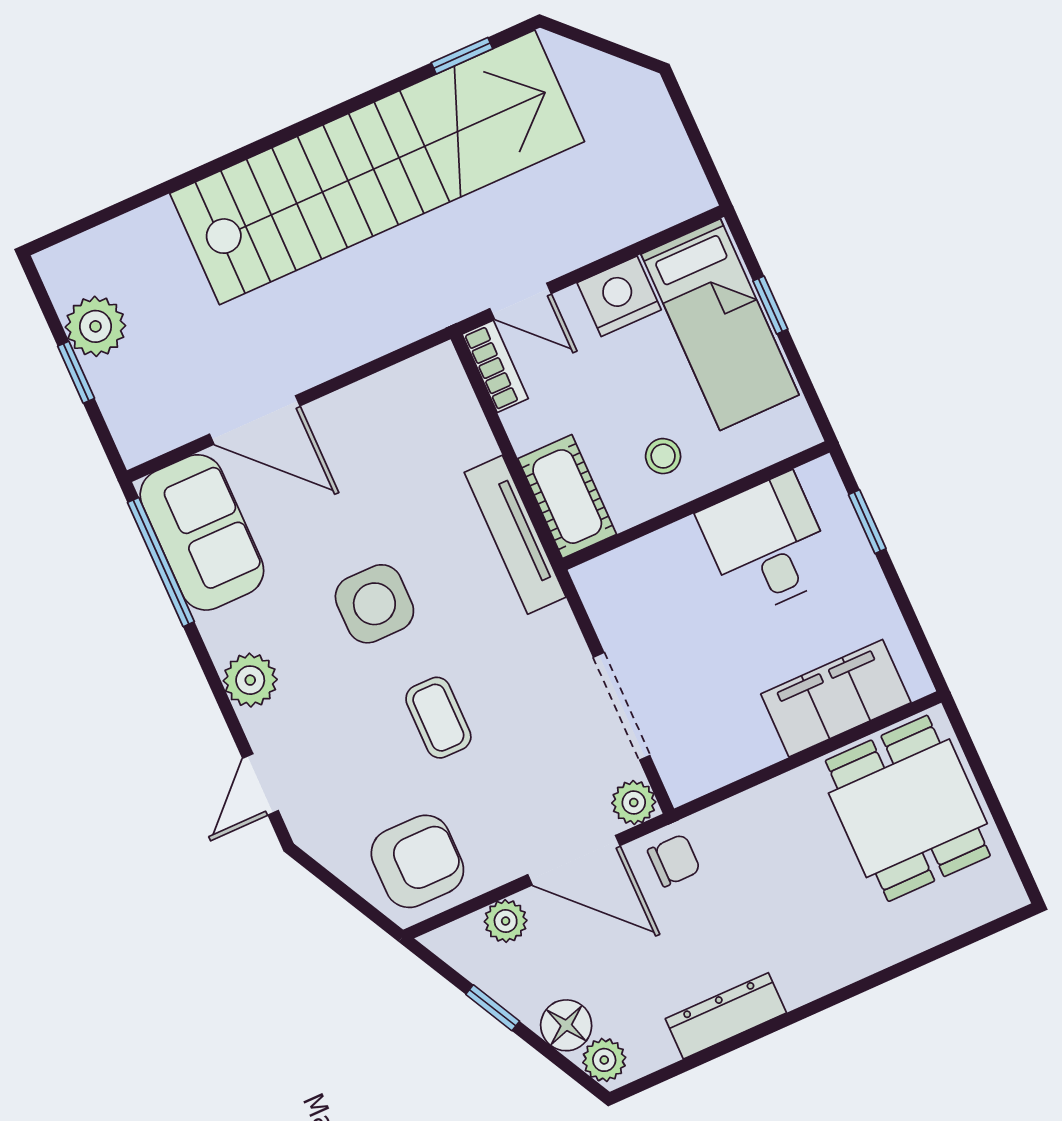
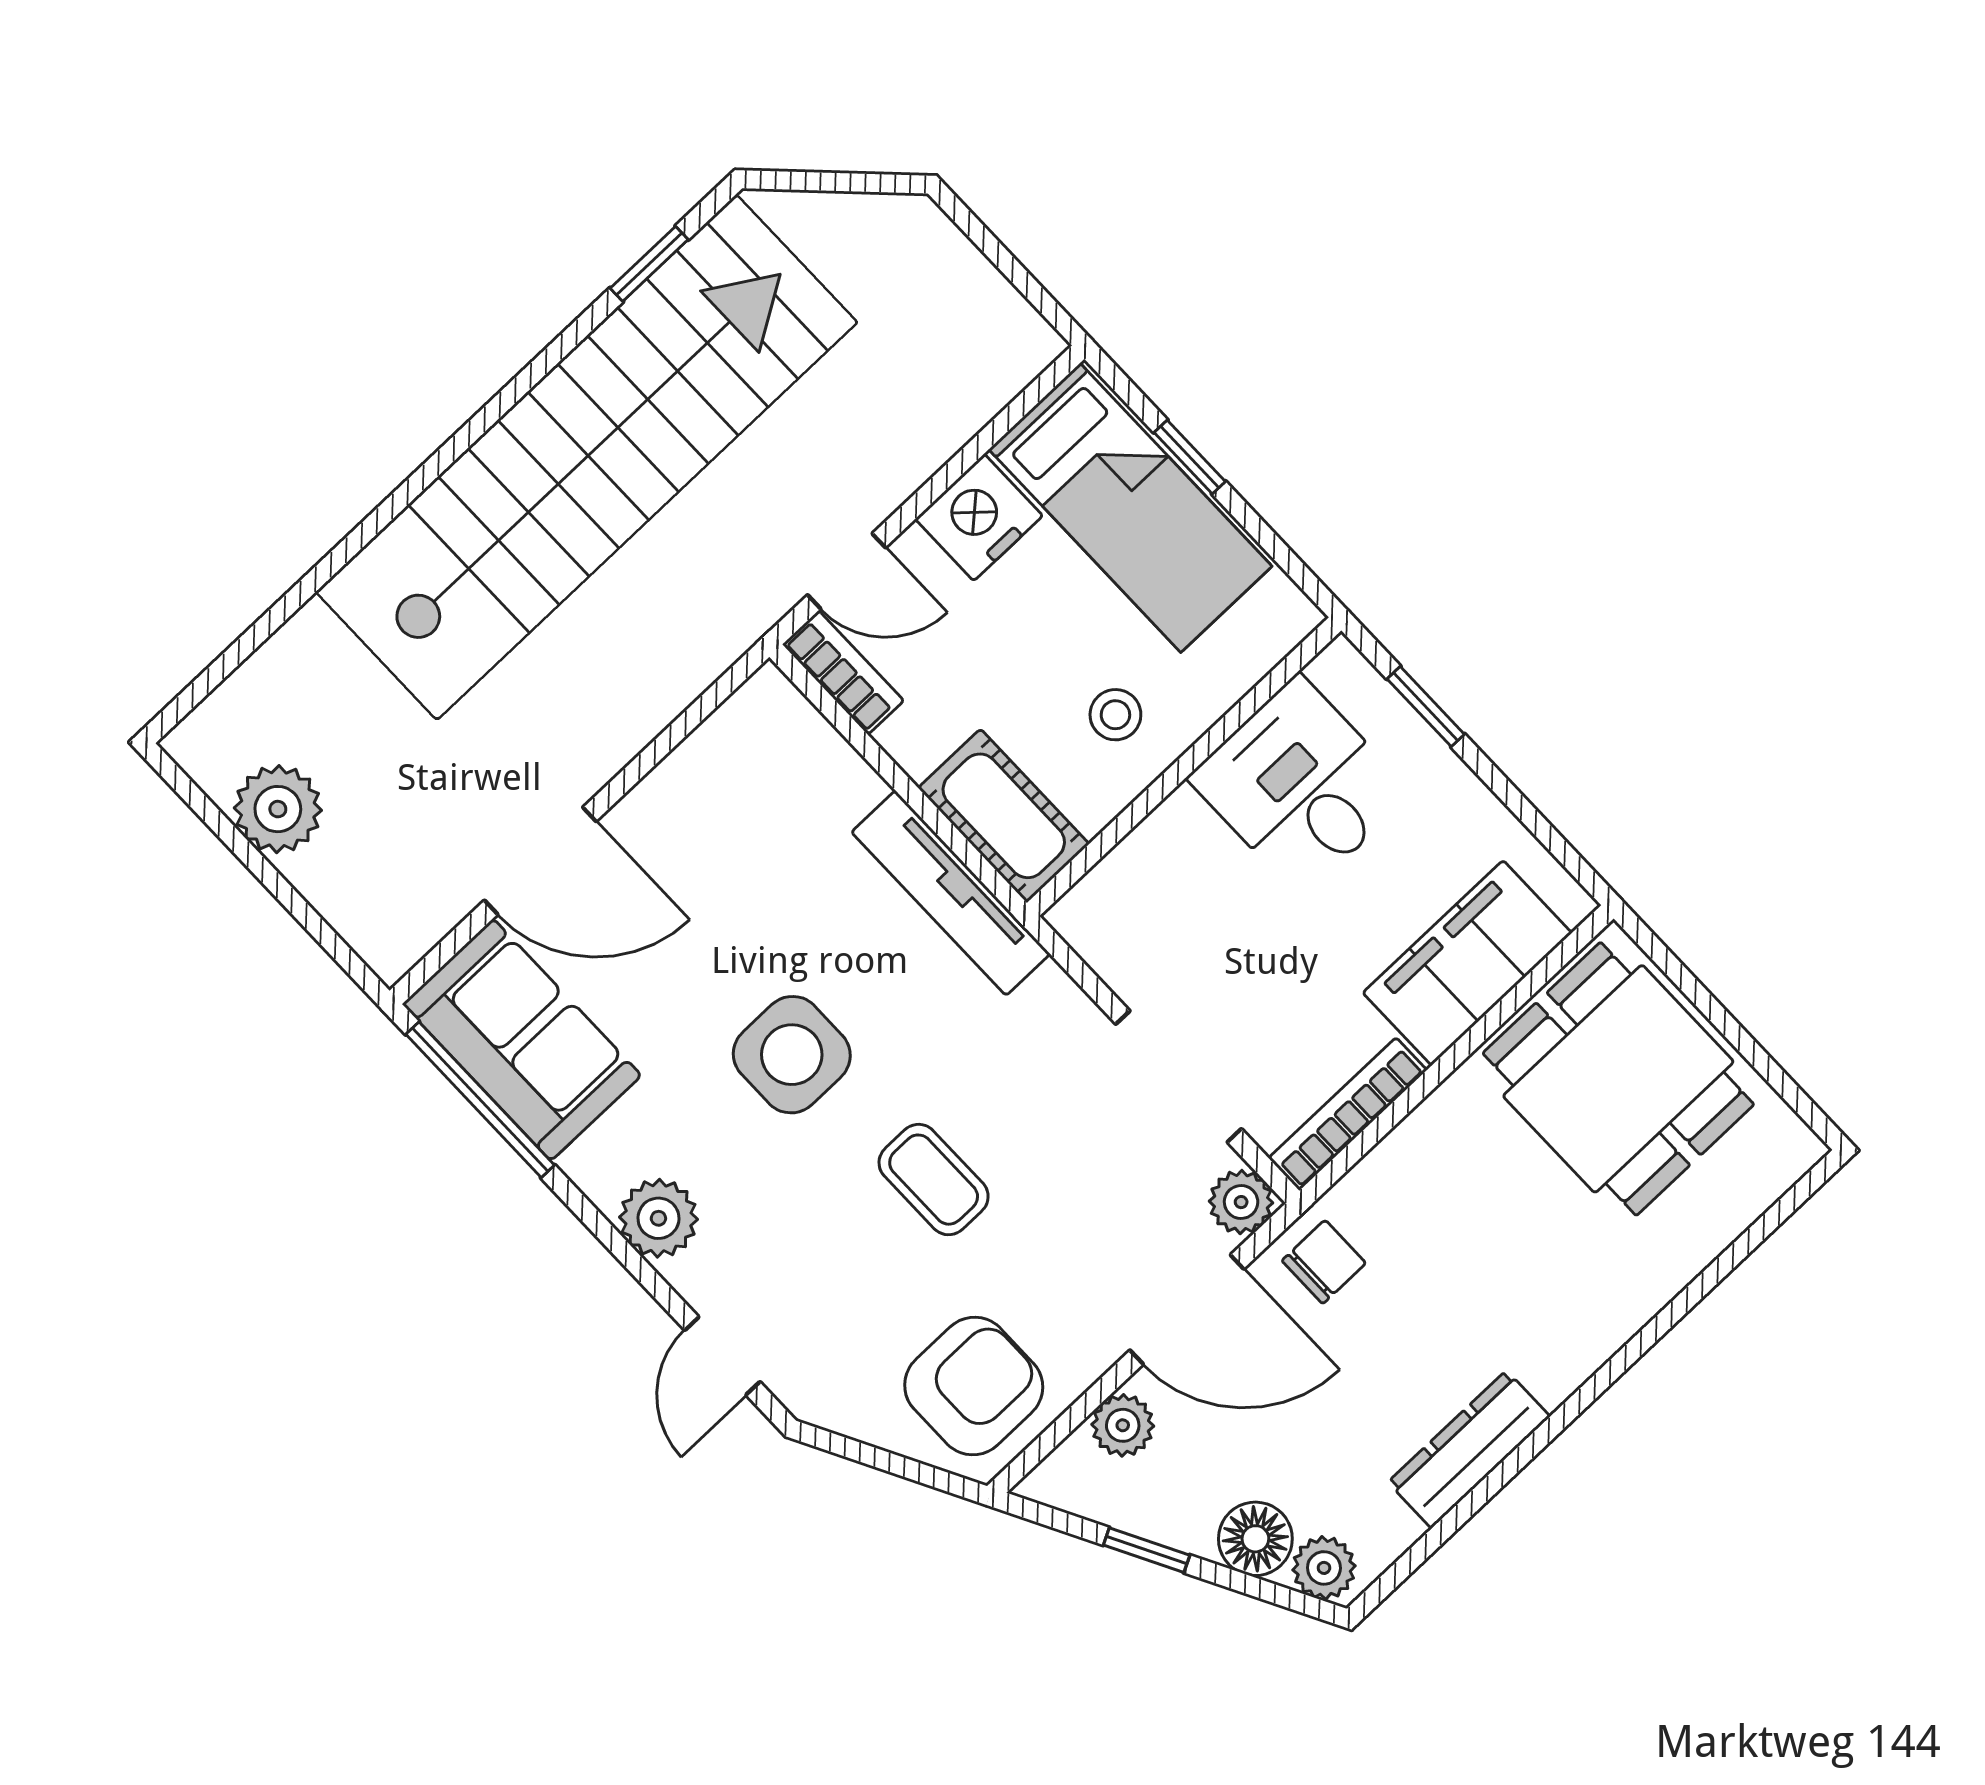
window: (76, 372) -> (273, 881), removed
bookcase: (723, 769) -> (1348, 1114), added

